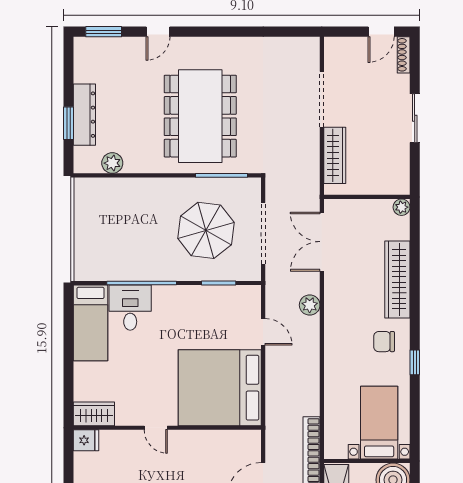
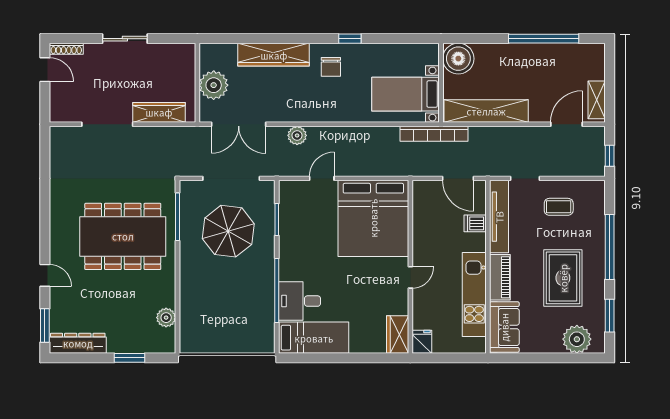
dresser: (84, 115) -> (78, 343), moved
plant: (402, 207) -> (214, 85), moved, width x1.87, depth x1.87
bed with nightstands: (379, 423) -> (406, 94), moved

